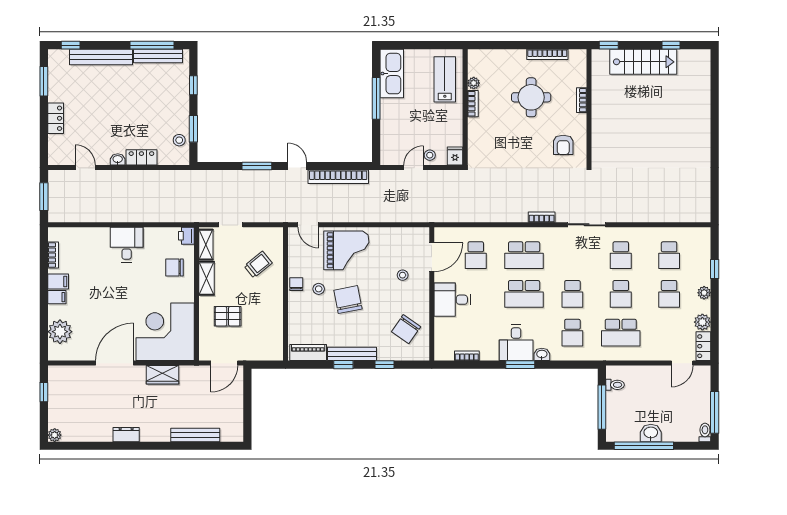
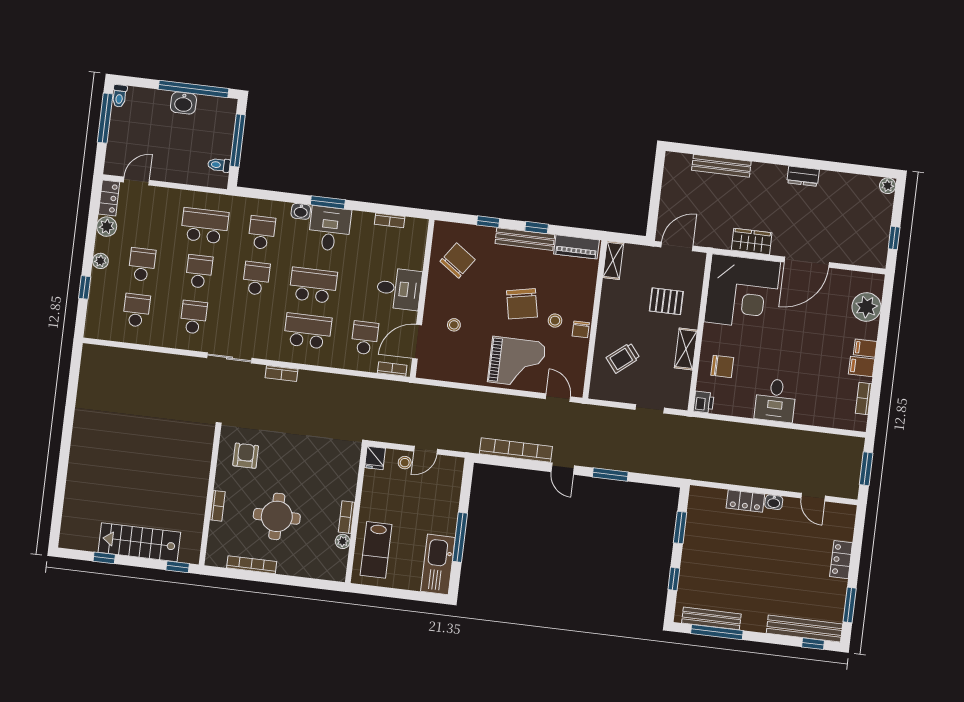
bench: (101, 57) -> (804, 629), moved
stool: (179, 140) -> (698, 516), removed
bookcase: (450, 232) -> (392, 369), added
shelving: (206, 245) -> (613, 260), moved
grand piano: (346, 250) -> (517, 362), turned 180

